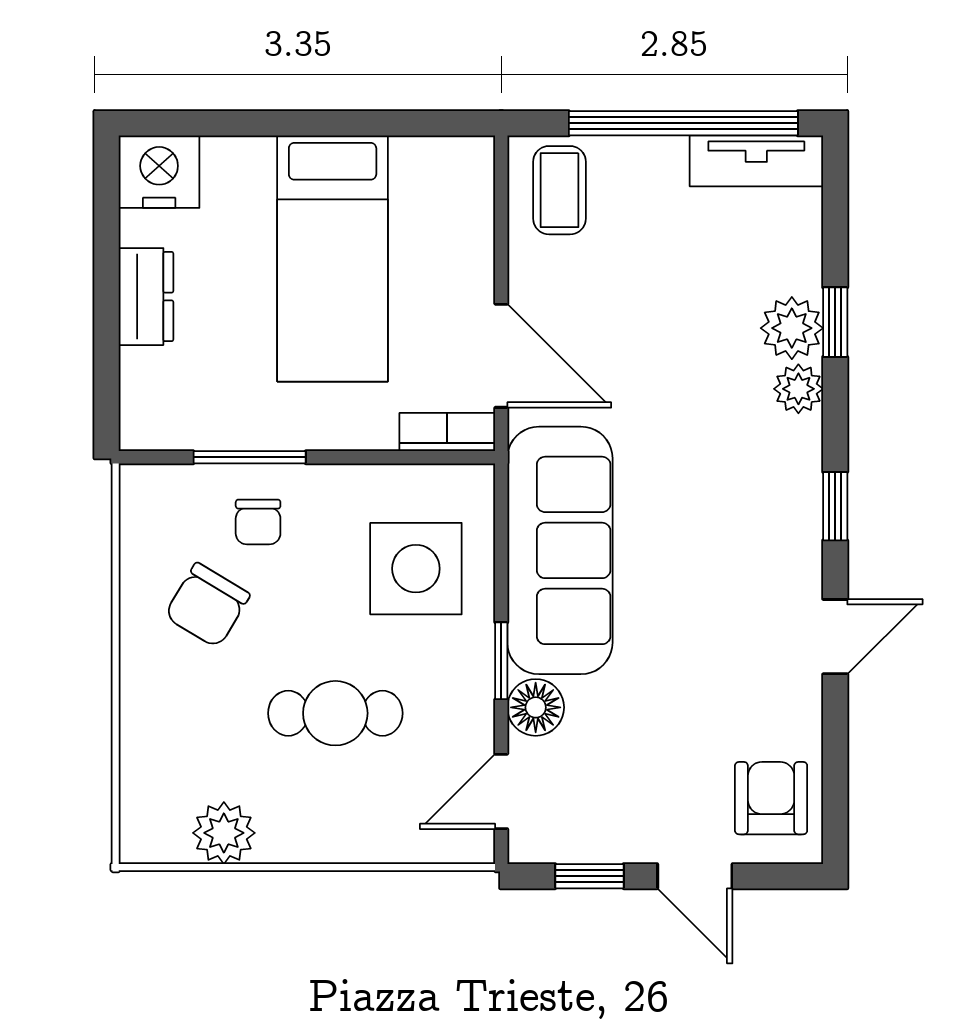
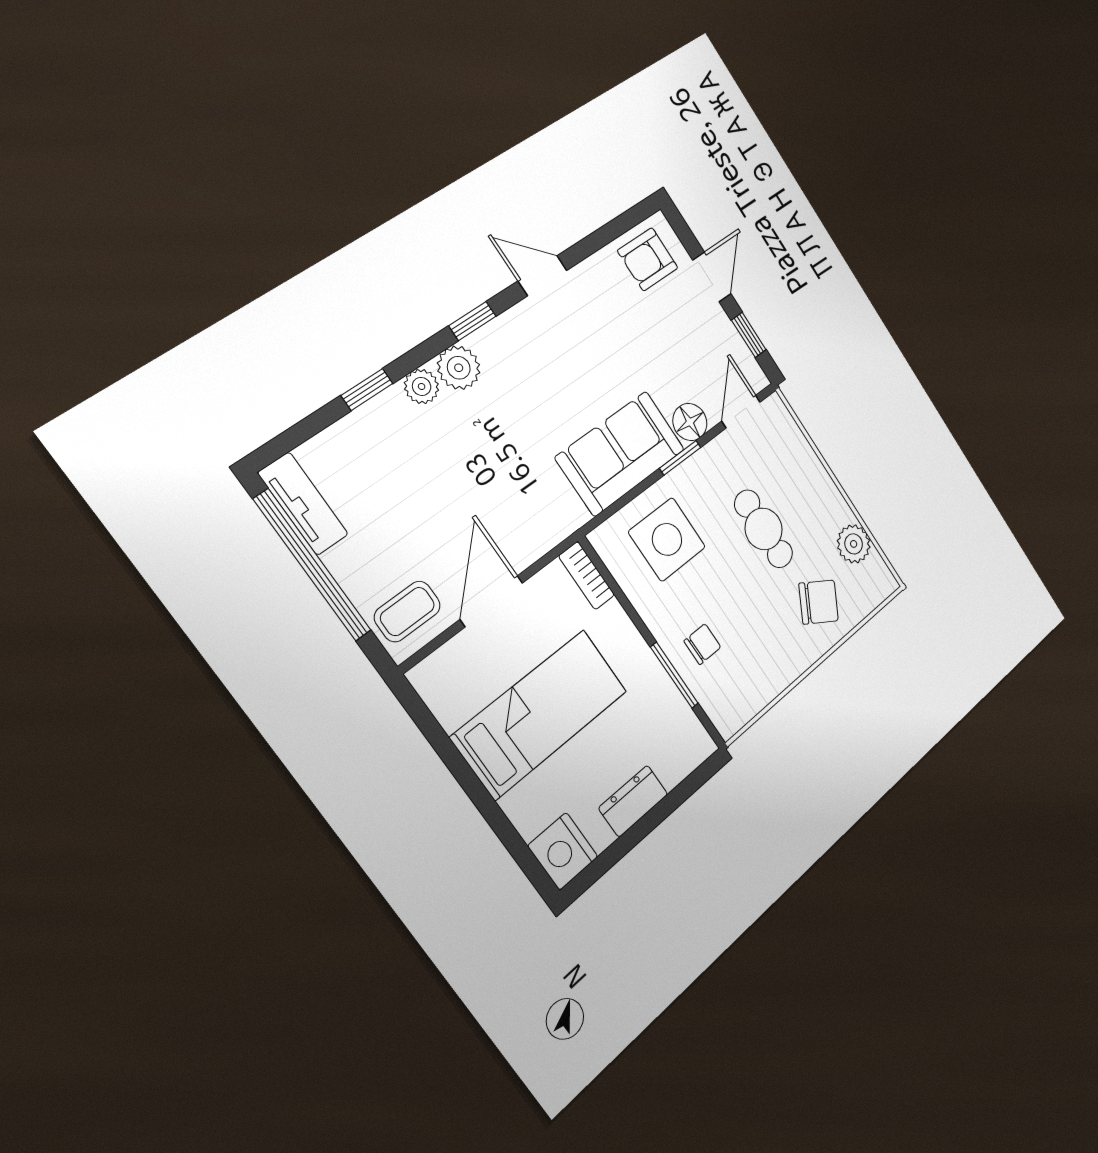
plant: (792, 328) -> (459, 368), moved
door: (501, 356) -> (491, 601), moved
sofa: (560, 550) -> (620, 453), width x0.73
chair: (207, 605) -> (819, 602), moved
door: (501, 791) -> (741, 412), swing flipped

